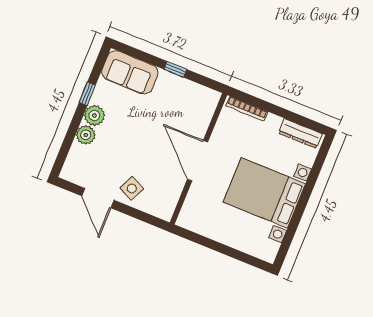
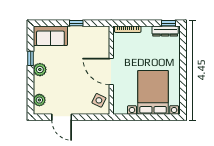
window: (310, 124) -> (169, 23), added
plant: (86, 135) -> (39, 100), moved
side table: (132, 188) -> (99, 100), moved
bed with nightstands: (264, 193) -> (153, 92), moved, turned 90

